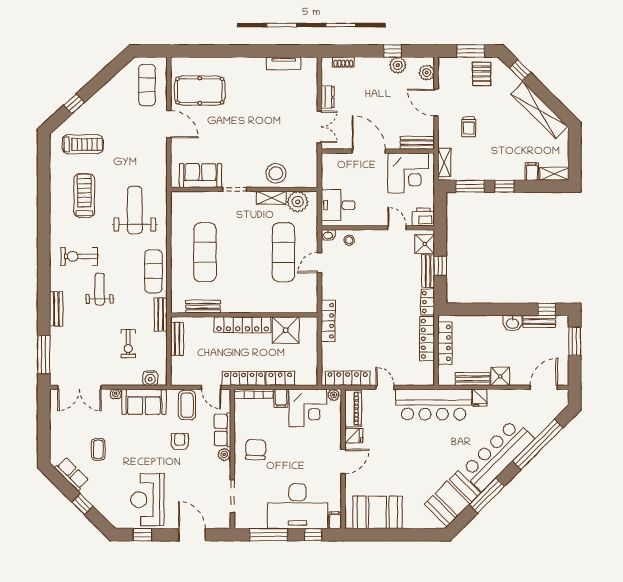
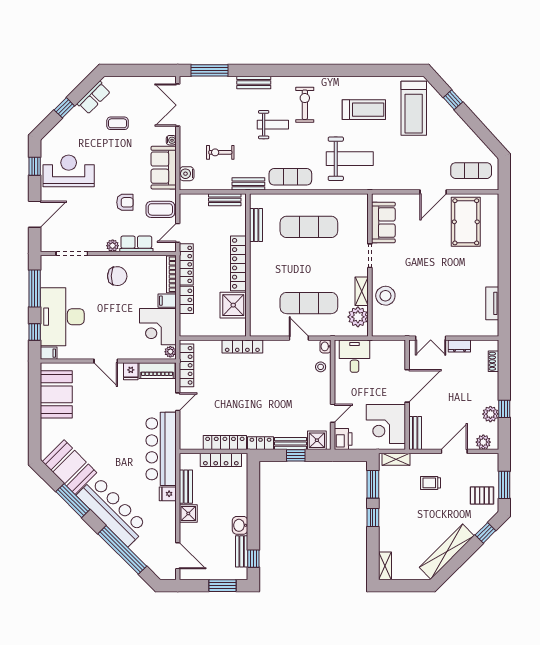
treadmill: (83, 144) -> (414, 108), width x1.37, depth x1.38
filing cabinet: (532, 171) -> (387, 544), removed

